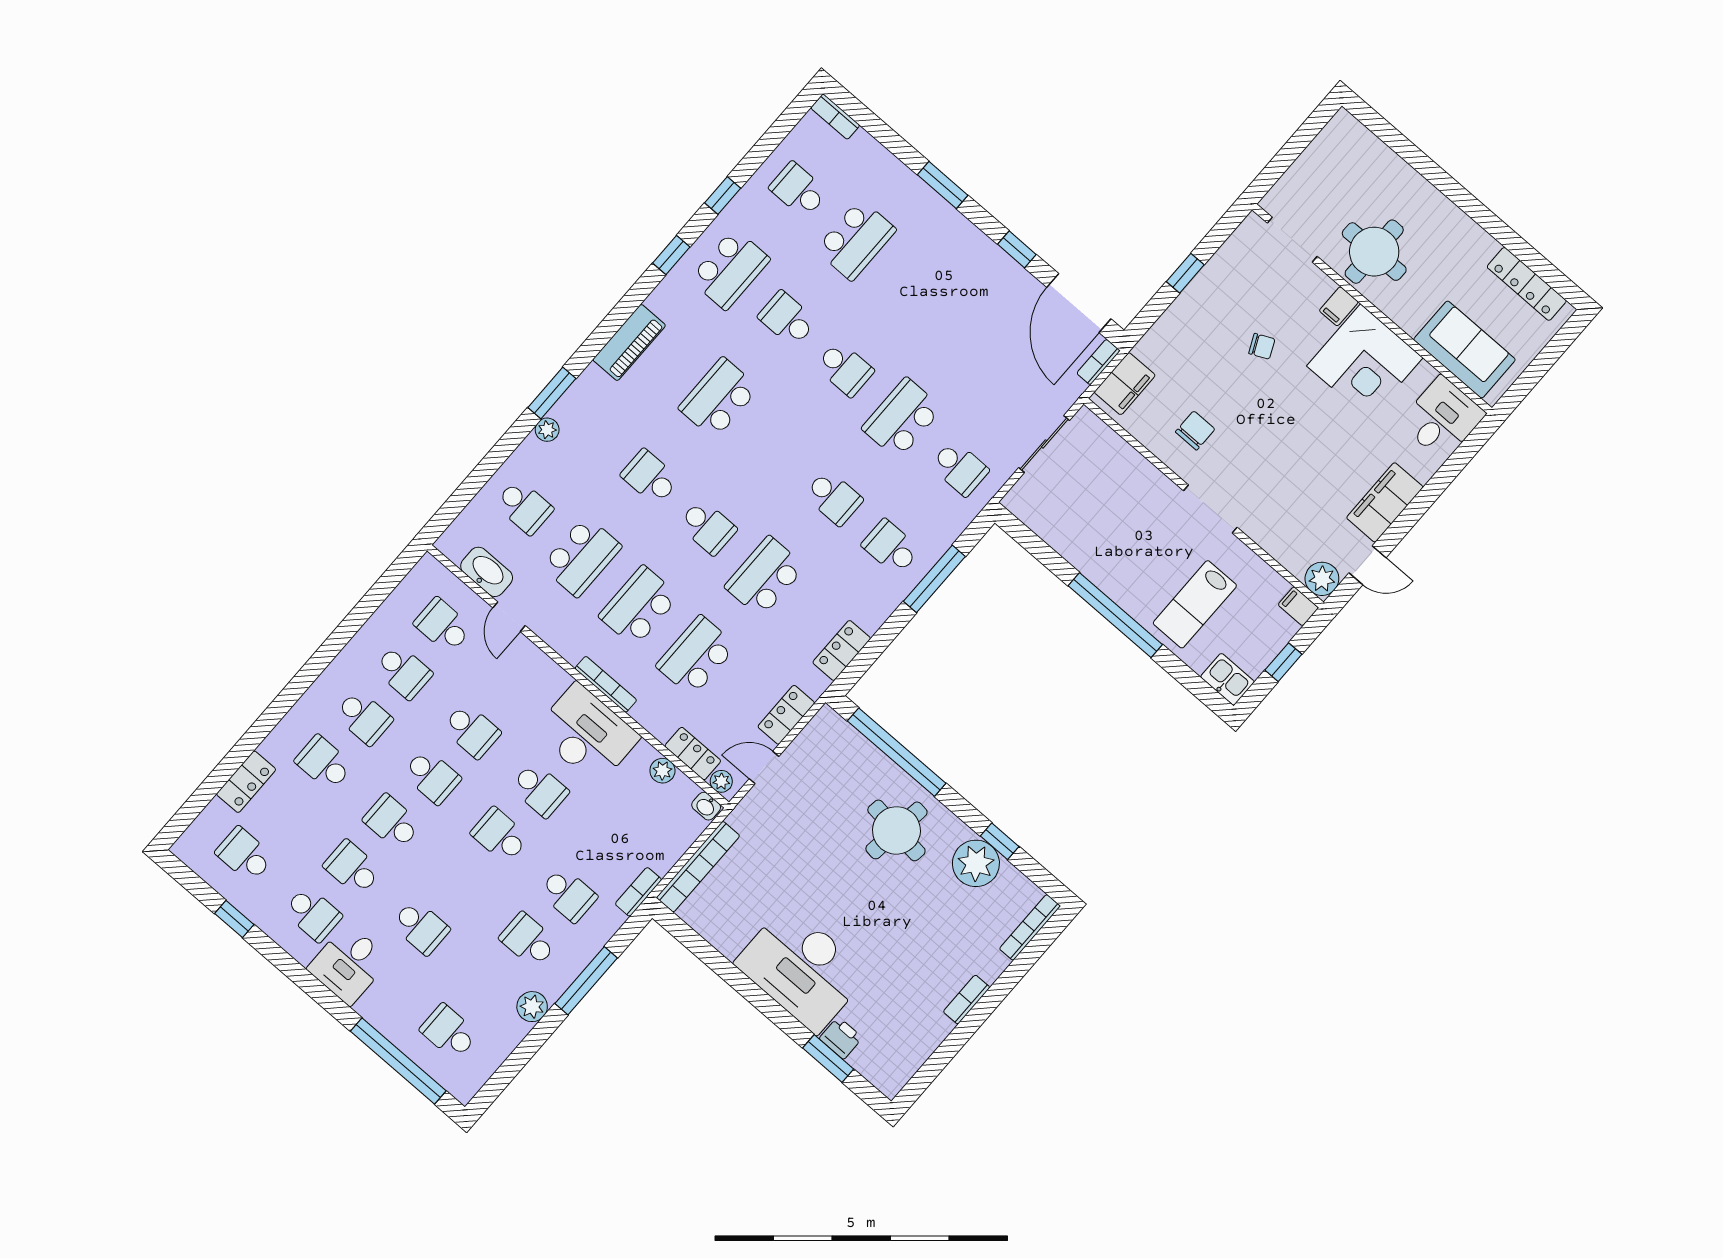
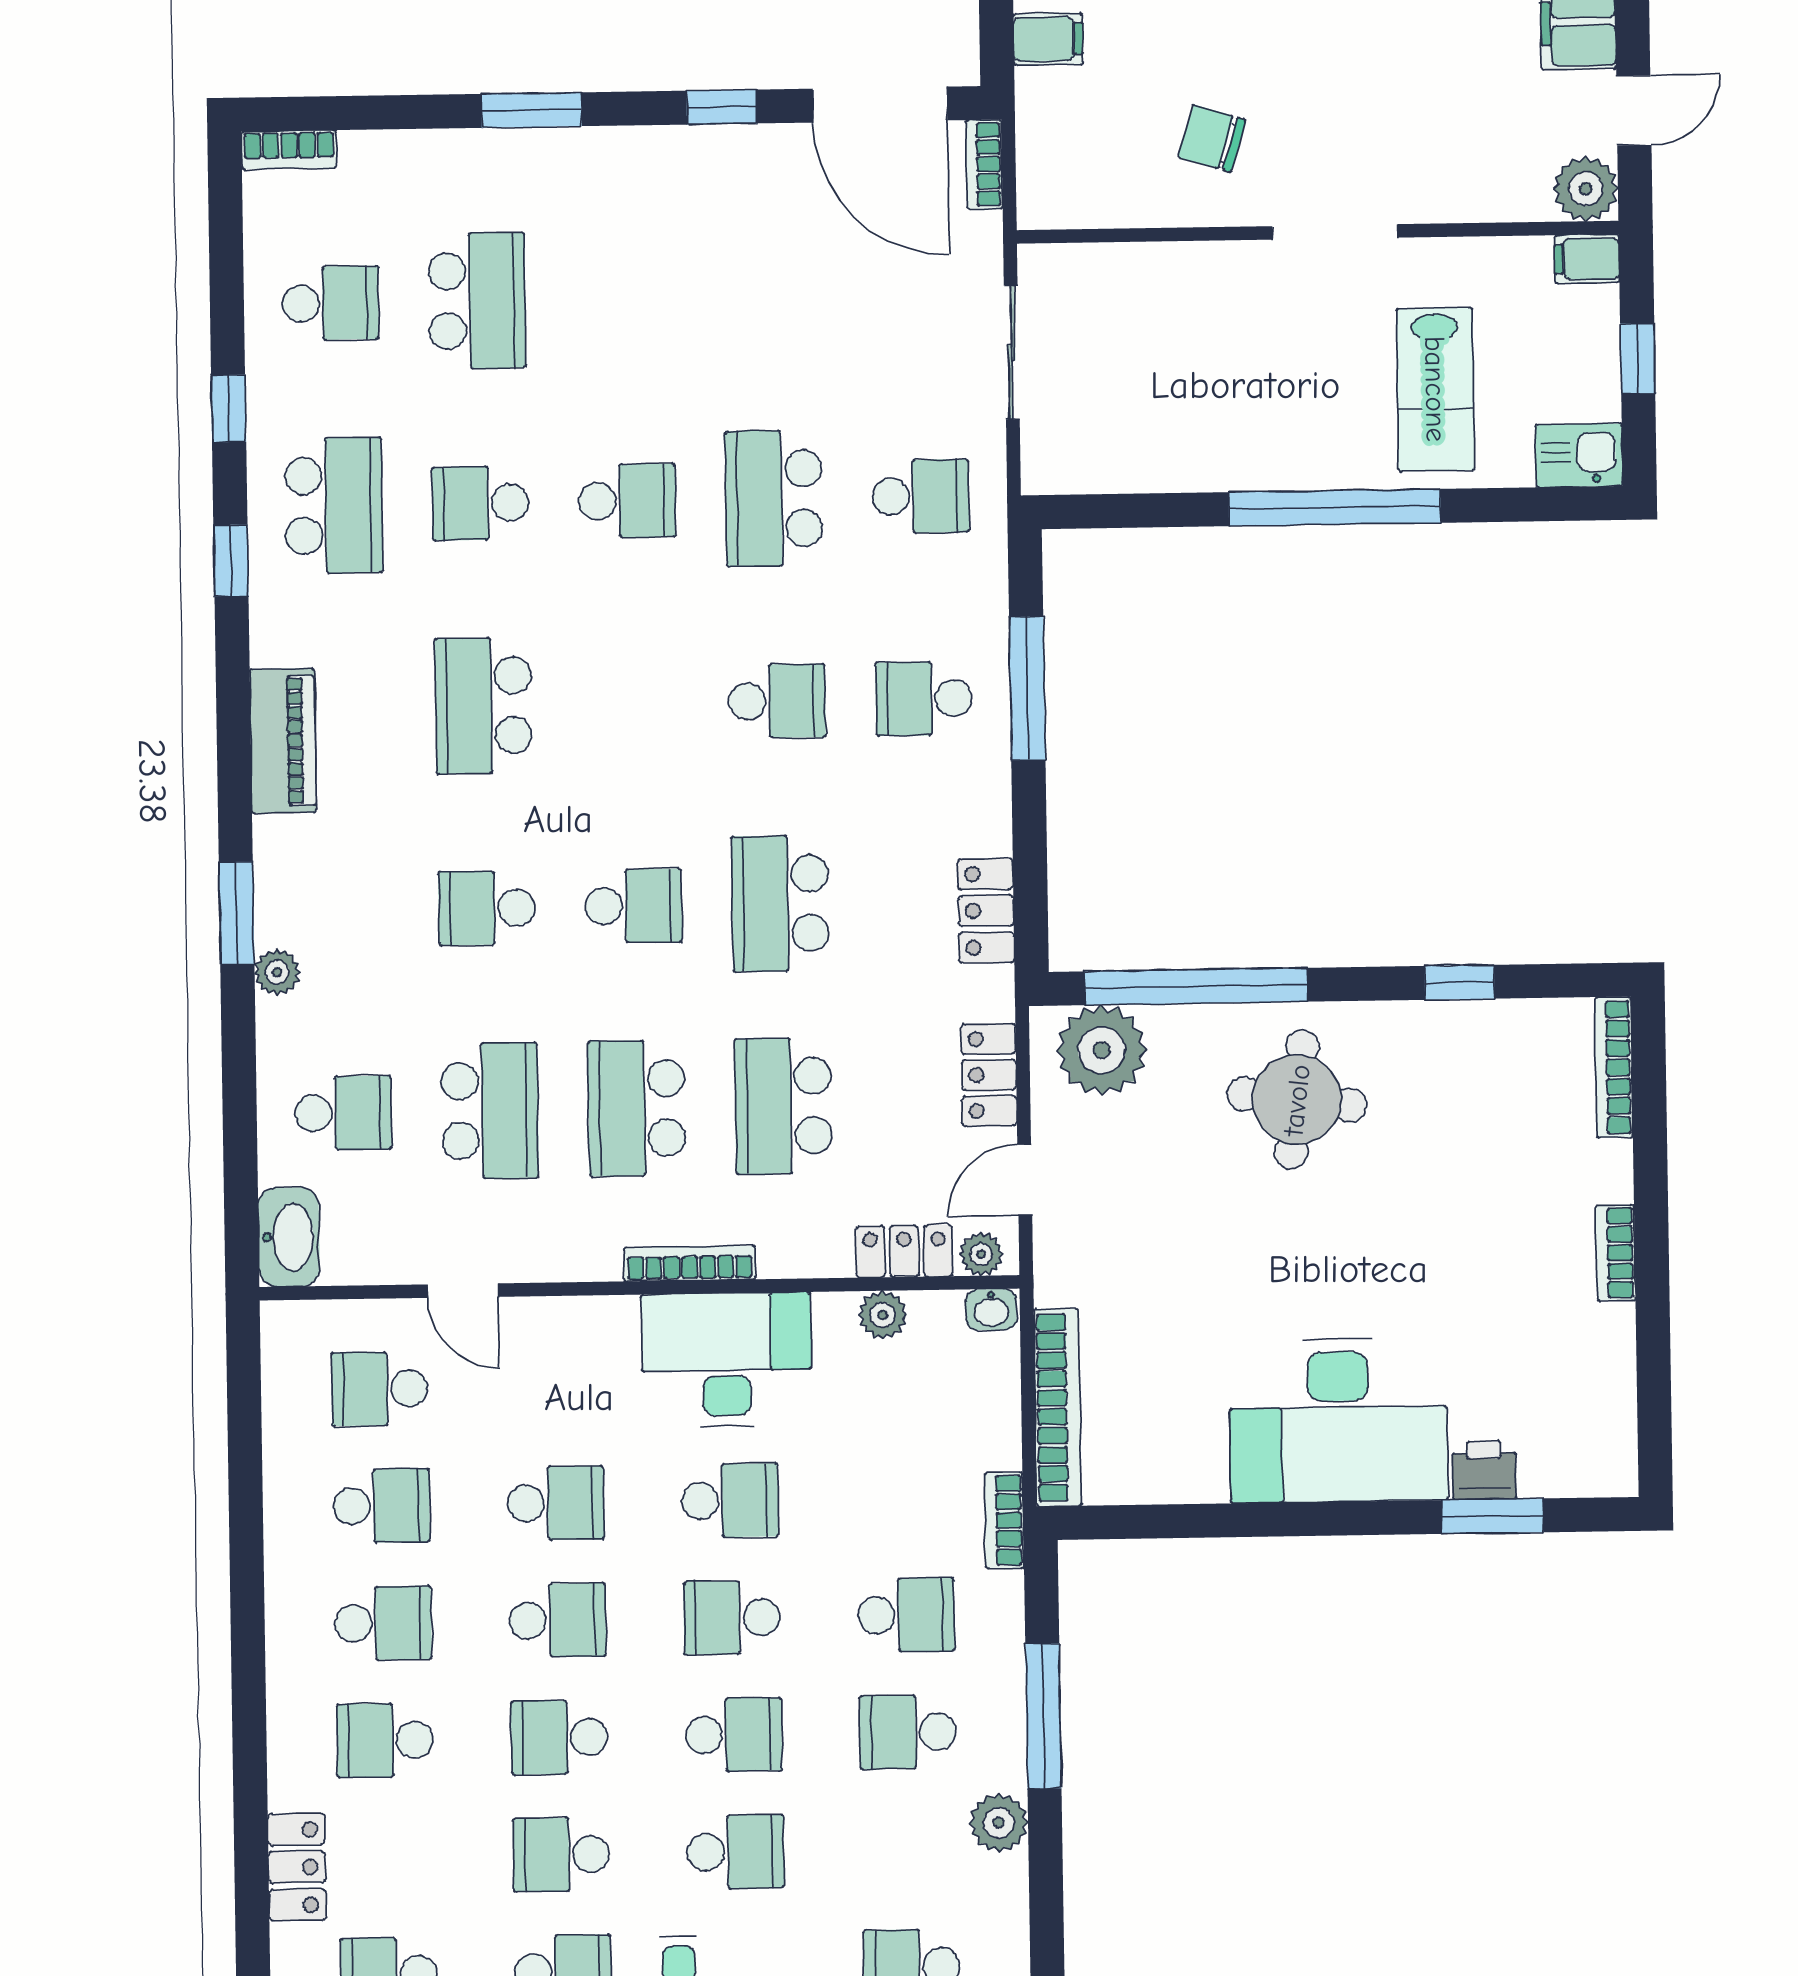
school desk: (798, 190) -> (330, 303), turned 180
filing cabinet: (1125, 384) -> (1048, 39), moved, width x0.50
chair: (1195, 431) -> (1212, 138), turned -73
washbasin: (487, 572) -> (289, 1237), moved, turned 90
plant: (976, 863) -> (1102, 1050), moved
school desk: (460, 881) -> (734, 1735), added

